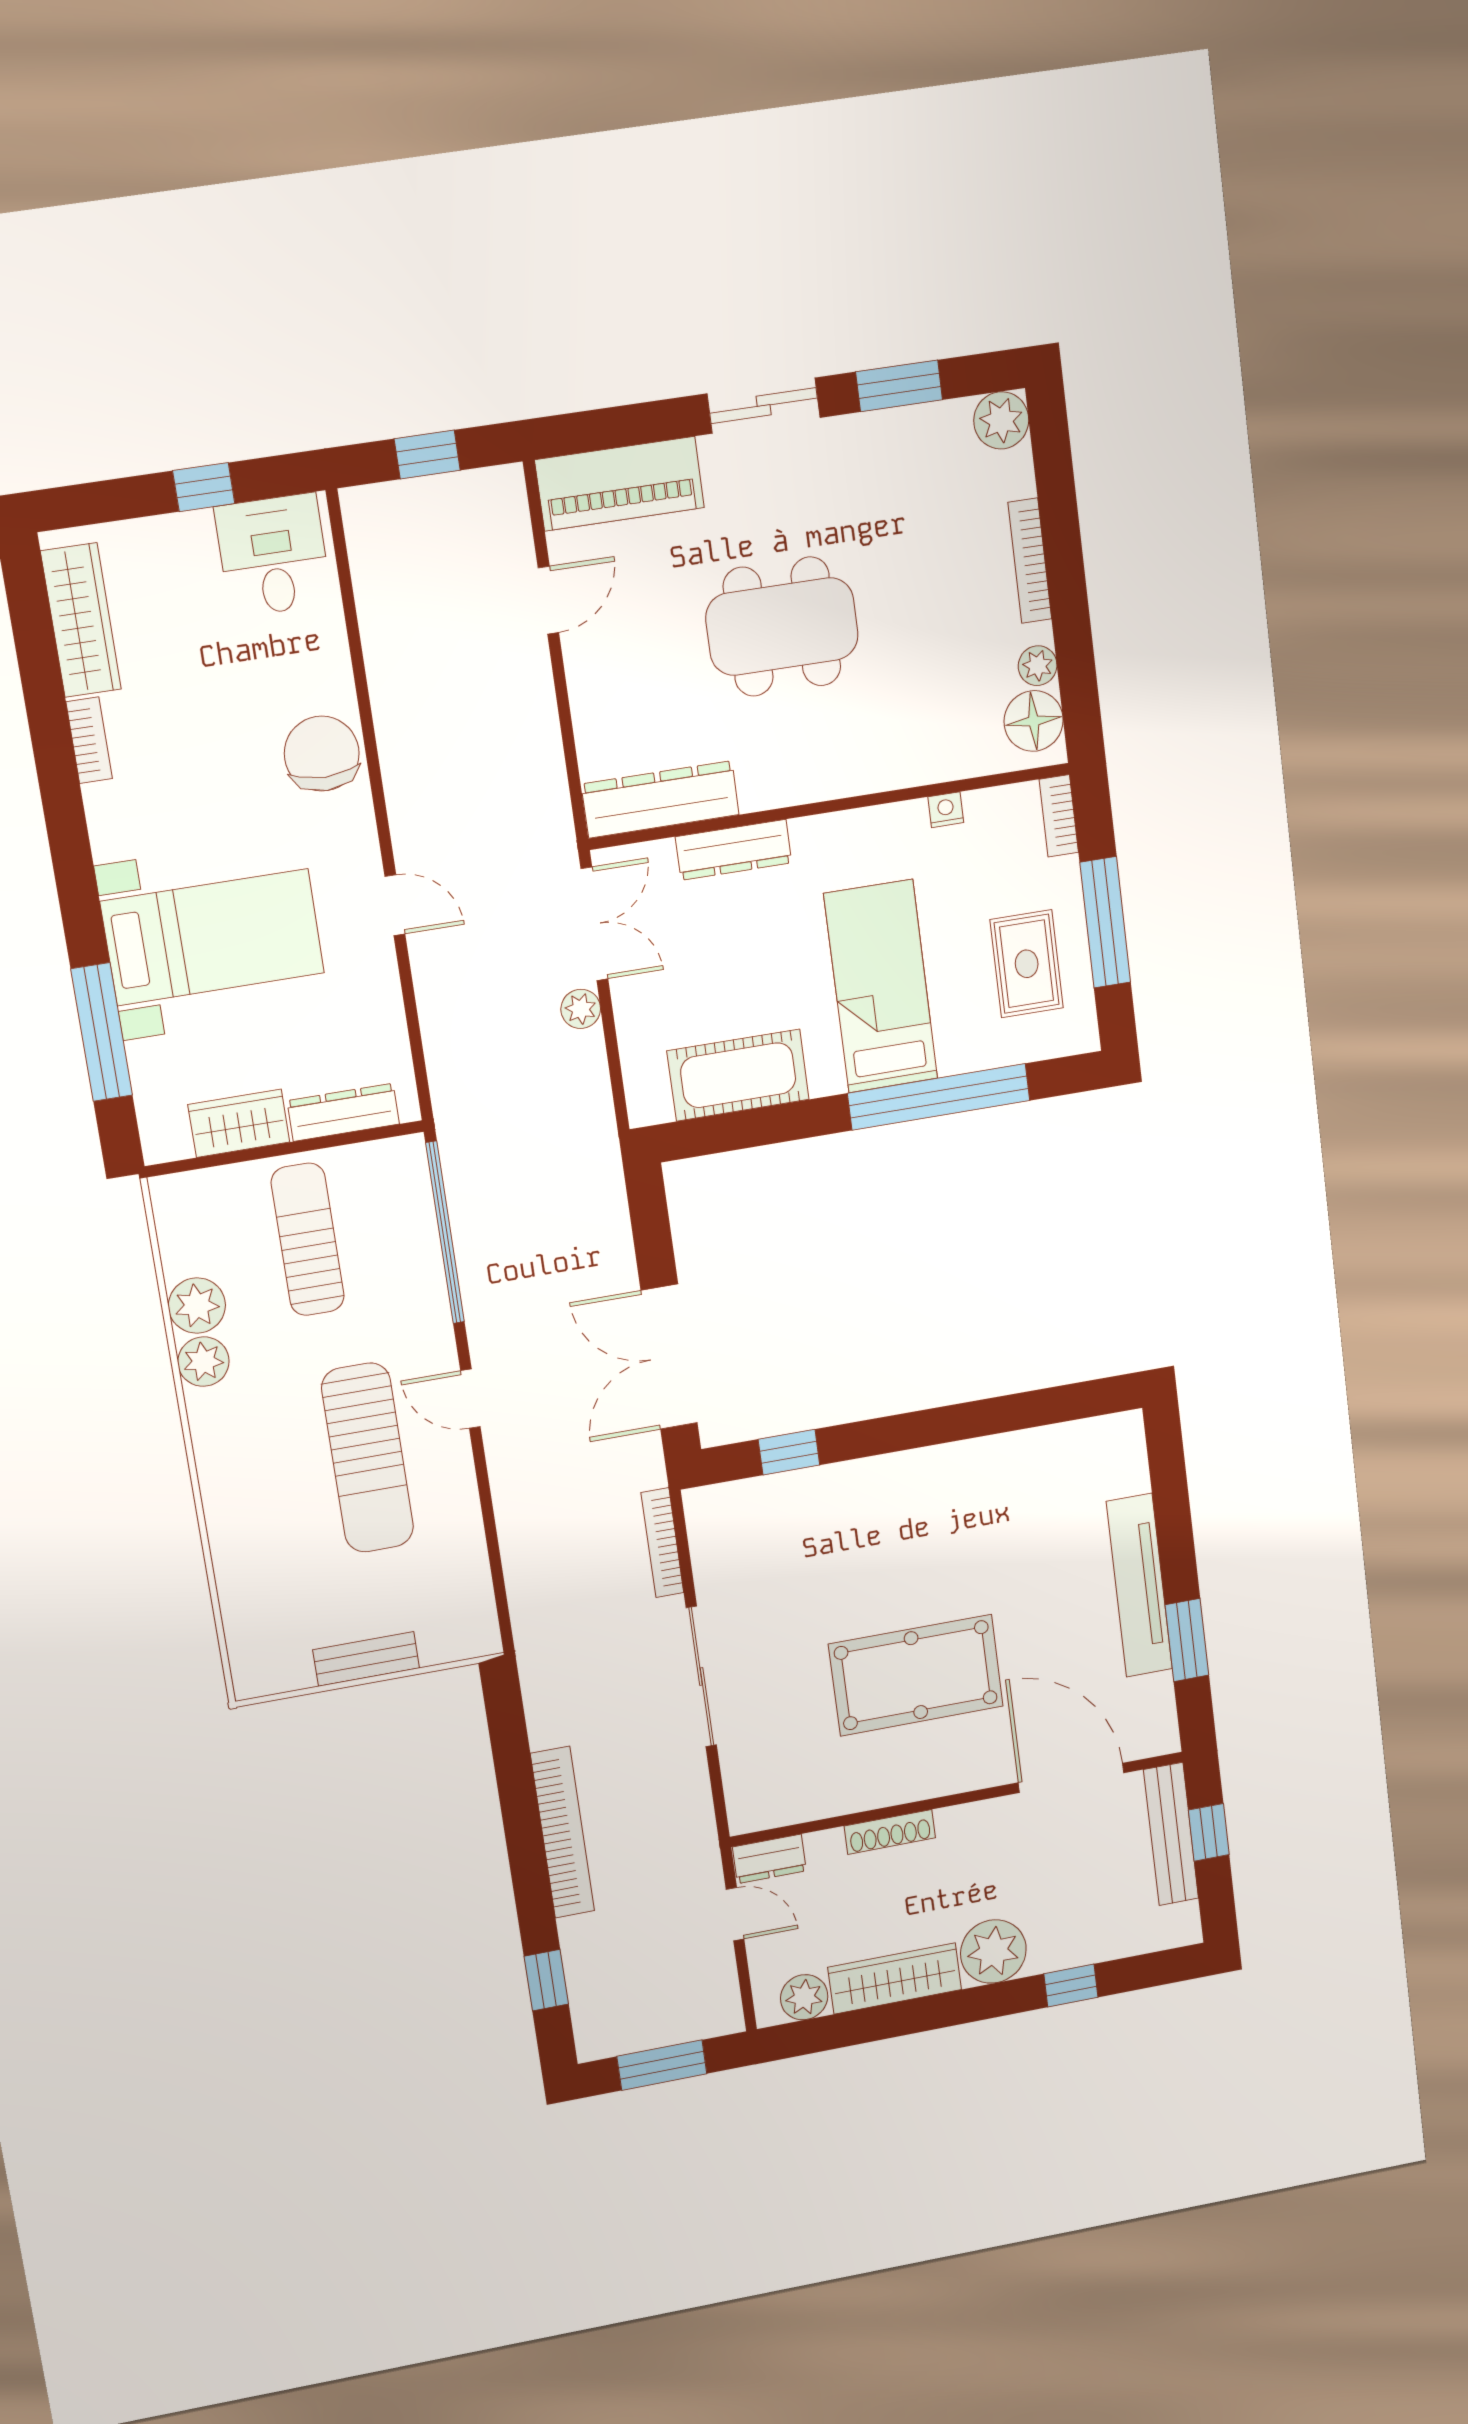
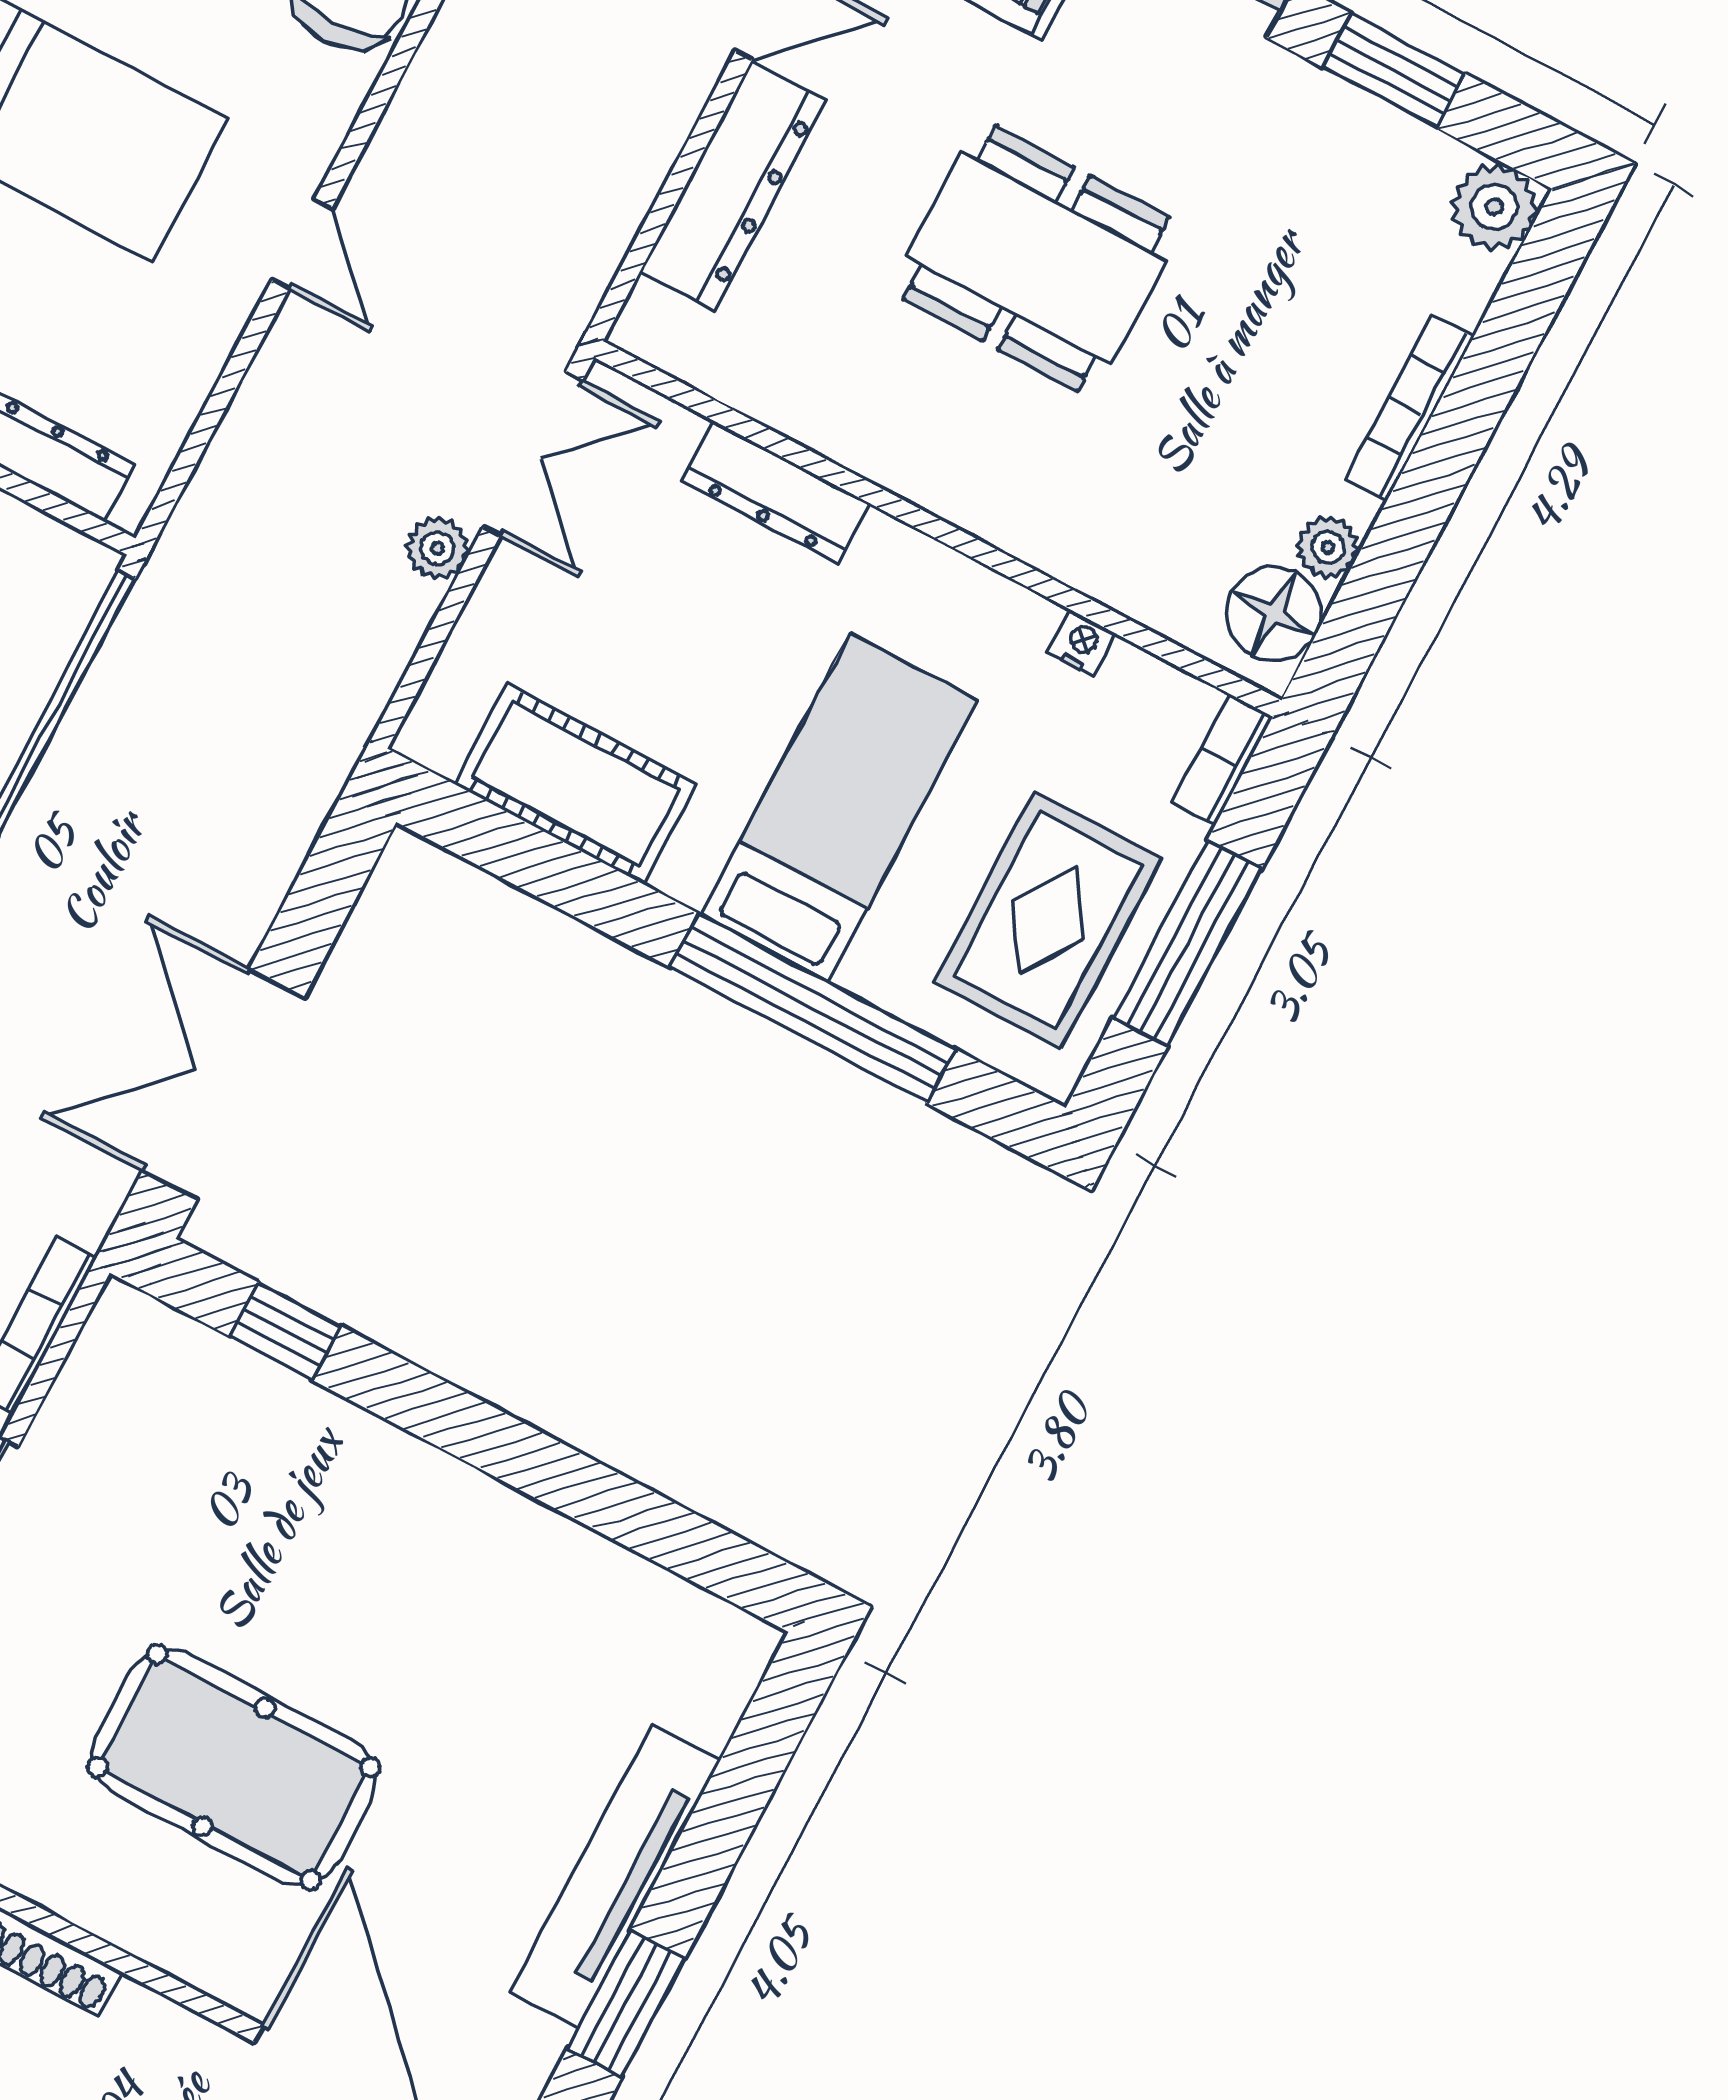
dresser: (660, 799) -> (733, 186), moved, turned 90
rug: (1027, 964) -> (1048, 920), width x1.36, depth x1.43

